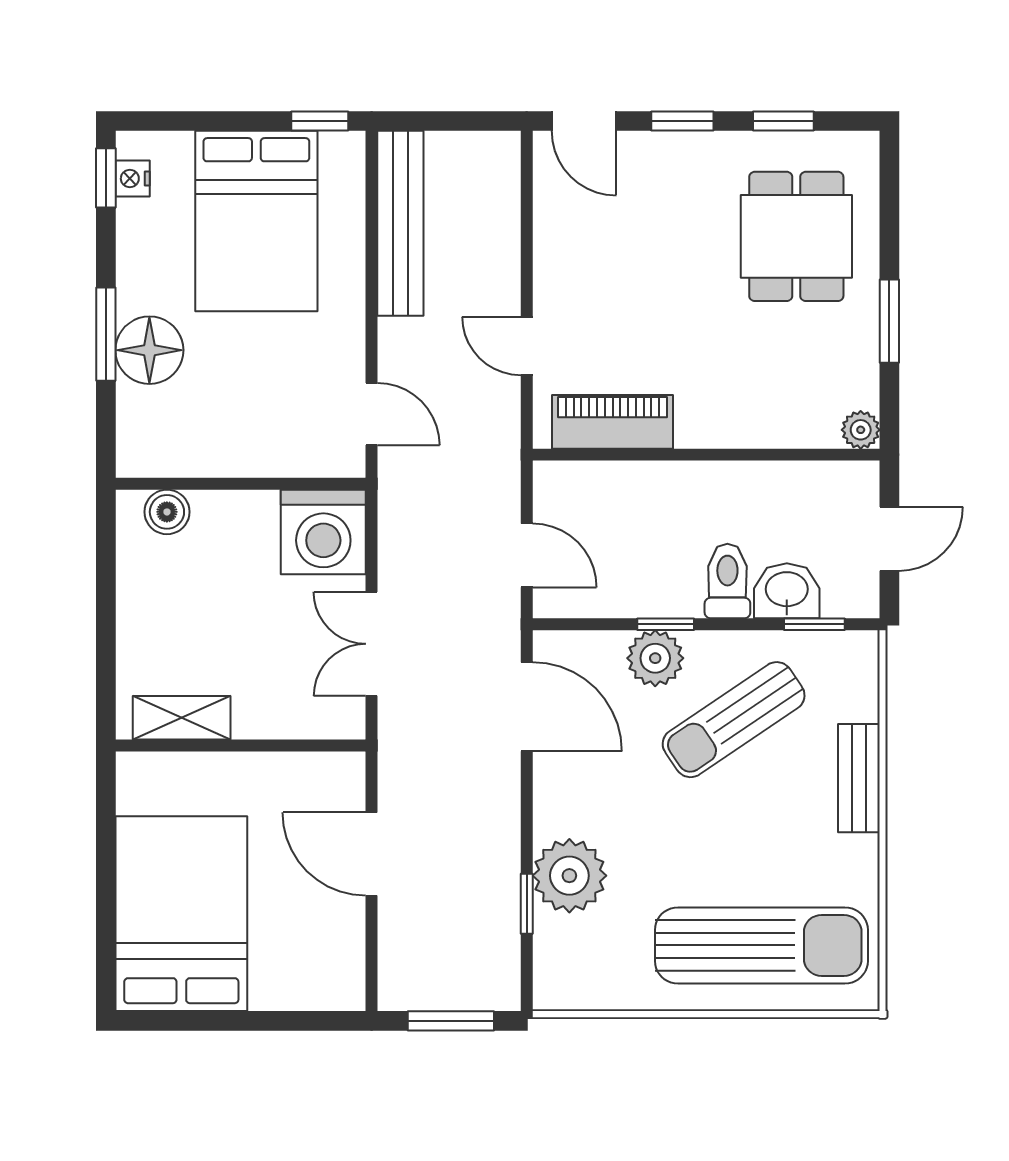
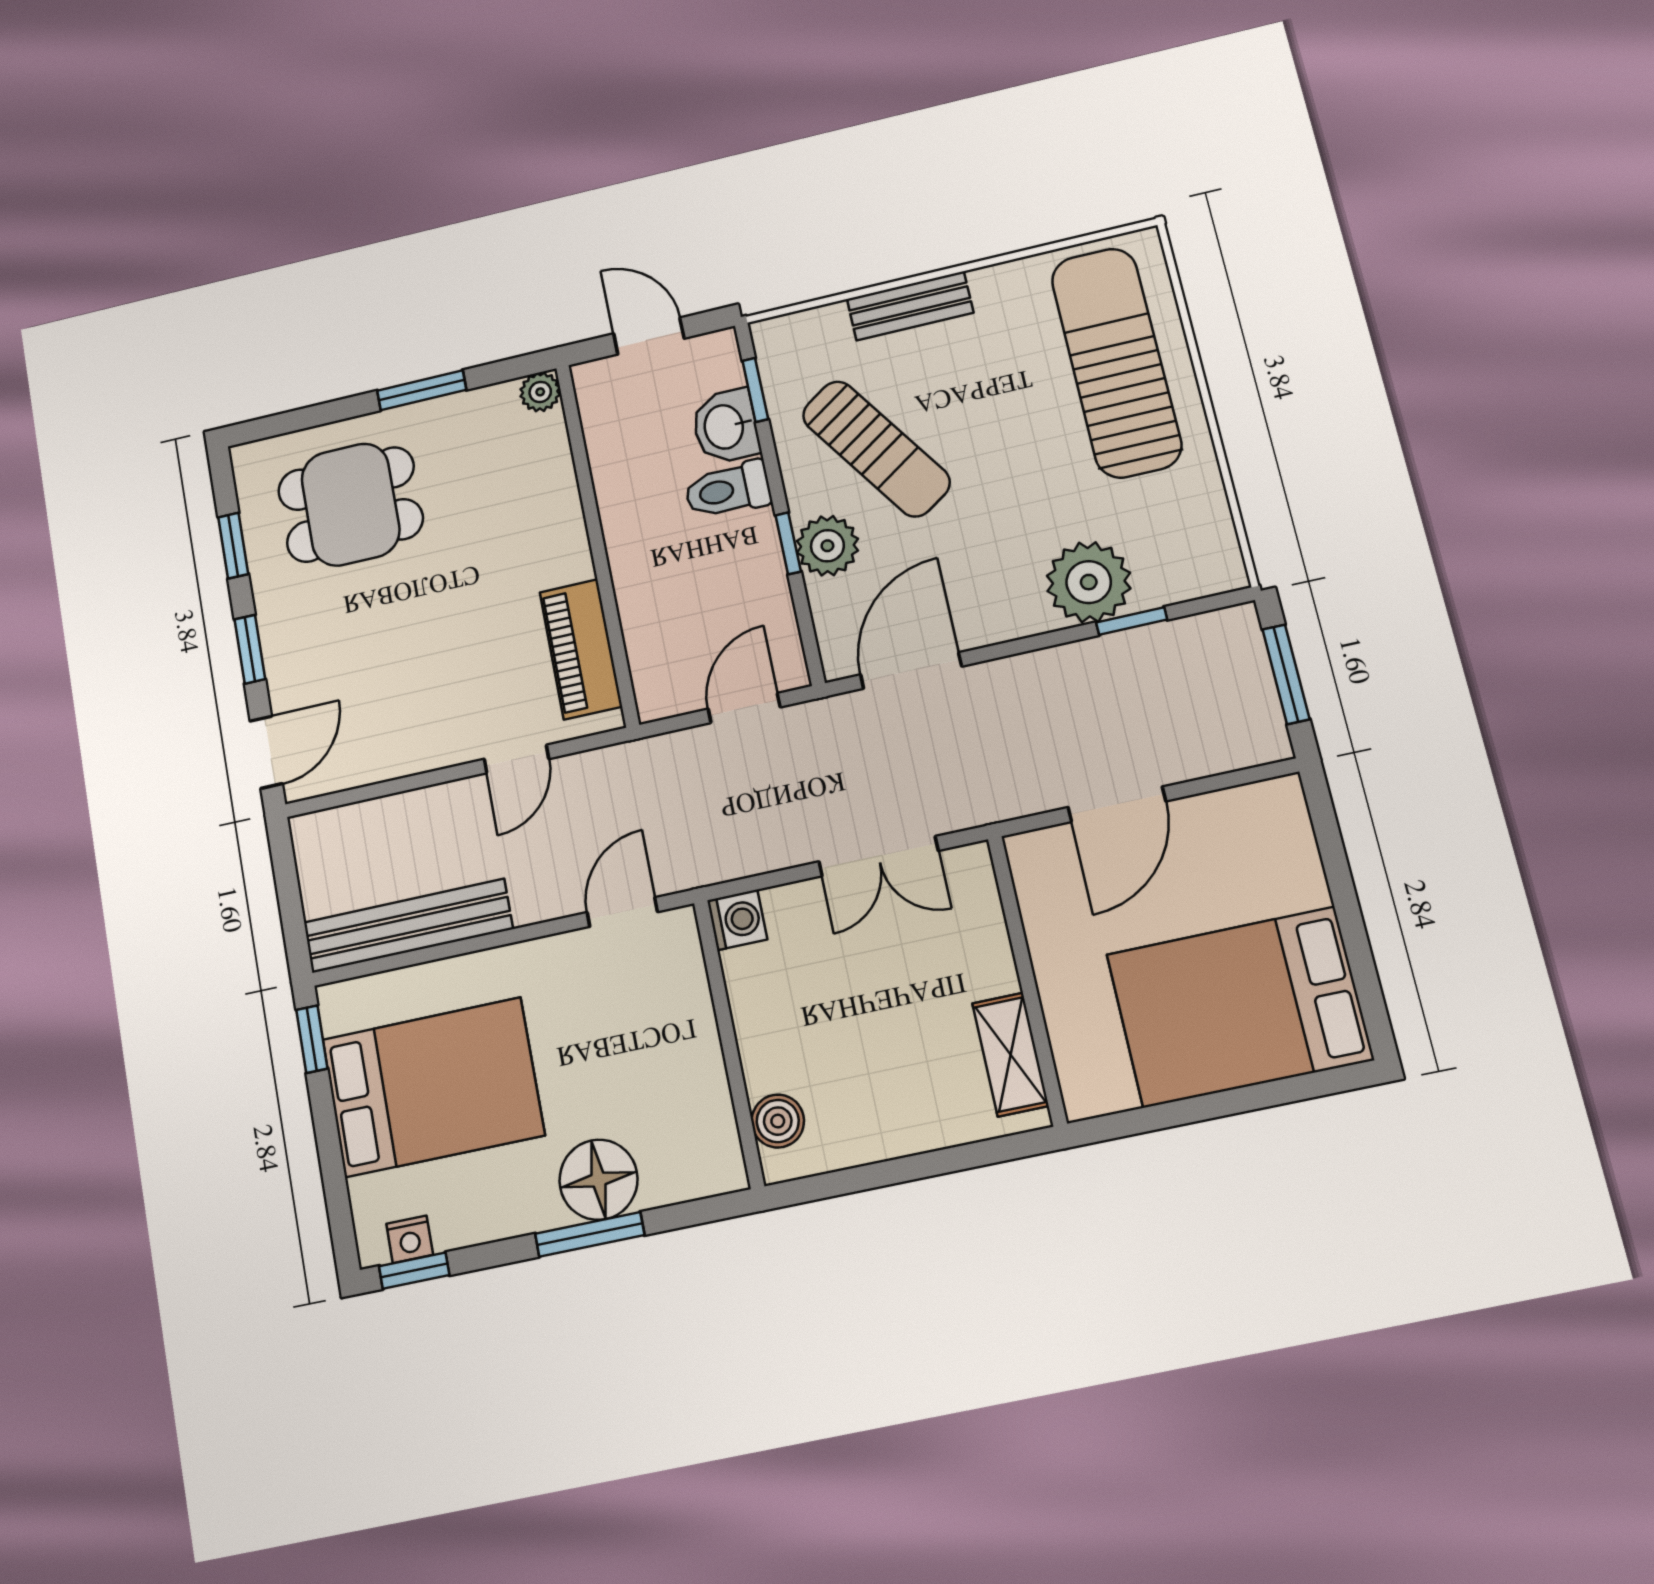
washing machine: (323, 532) -> (737, 920), width x0.53, depth x0.53

